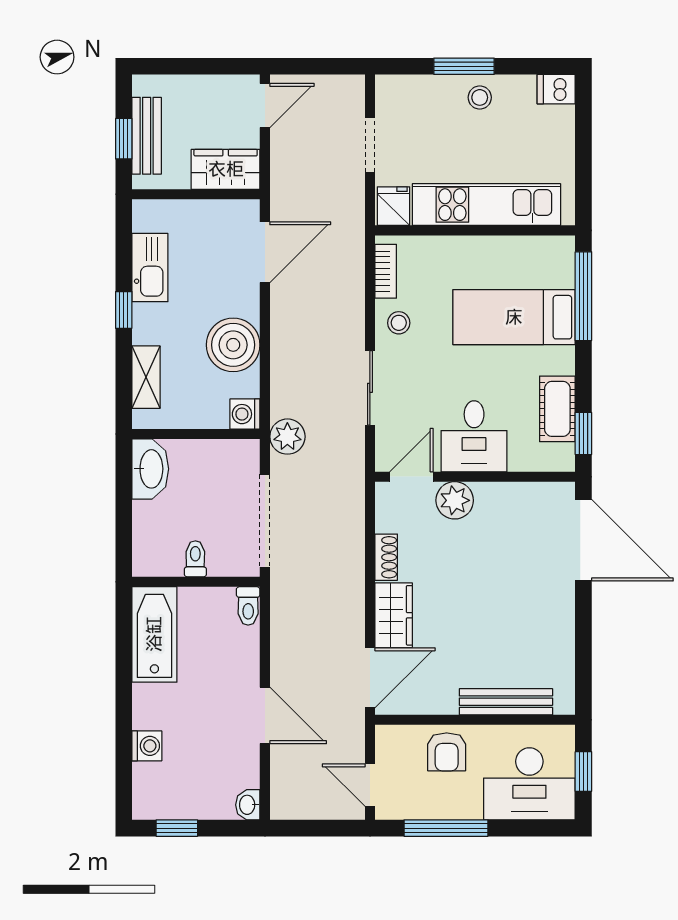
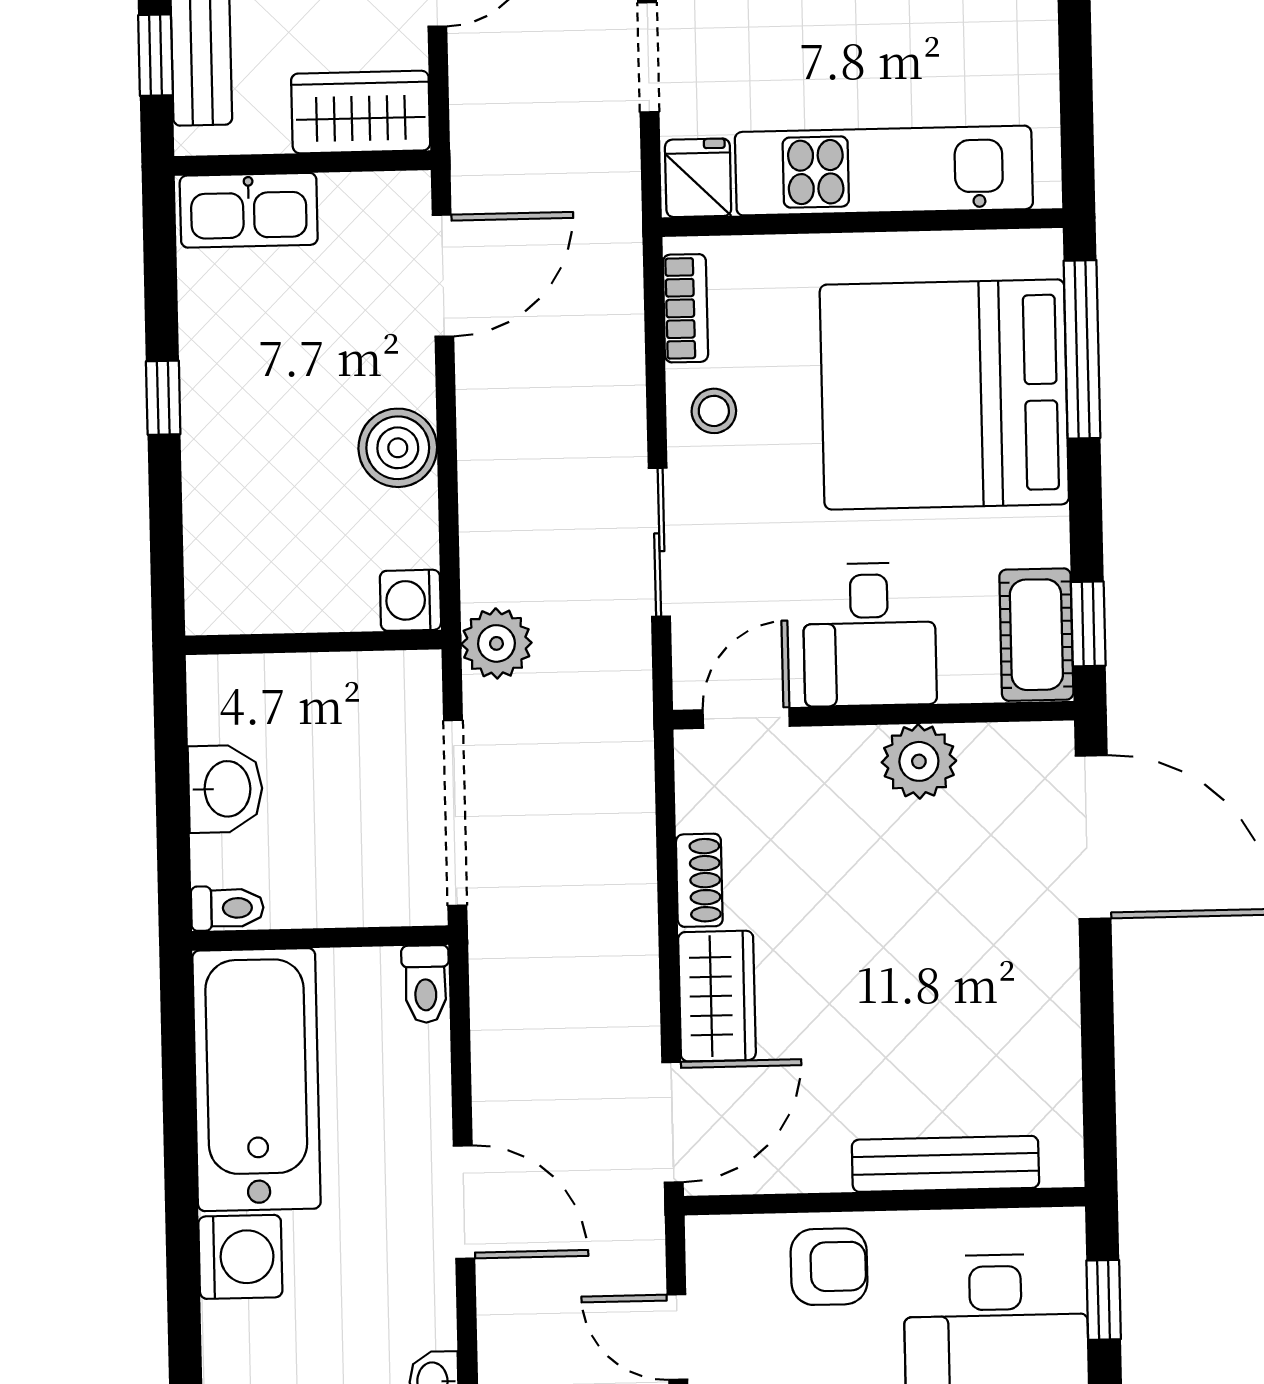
kitchen sink: (150, 268) -> (249, 210), moved, turned 90
bed: (514, 317) -> (944, 394), width x2.04
boiler: (233, 345) -> (398, 448), width x0.73, depth x0.73
shelving: (146, 377) -> (211, 531), removed
cot: (557, 409) -> (1036, 635), moved
washbasin: (150, 469) -> (225, 789), moved, width x0.72
plant: (455, 500) -> (919, 761), moved
toilet: (195, 559) -> (227, 908), moved, turned 90
bathtub: (154, 634) -> (257, 1080), width x1.36, depth x1.36
washing machine: (147, 746) -> (240, 1257), width x1.38, depth x1.38
armchair: (447, 752) -> (829, 1267), turned -90

